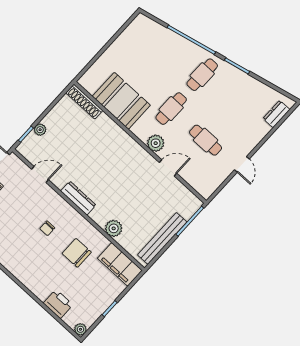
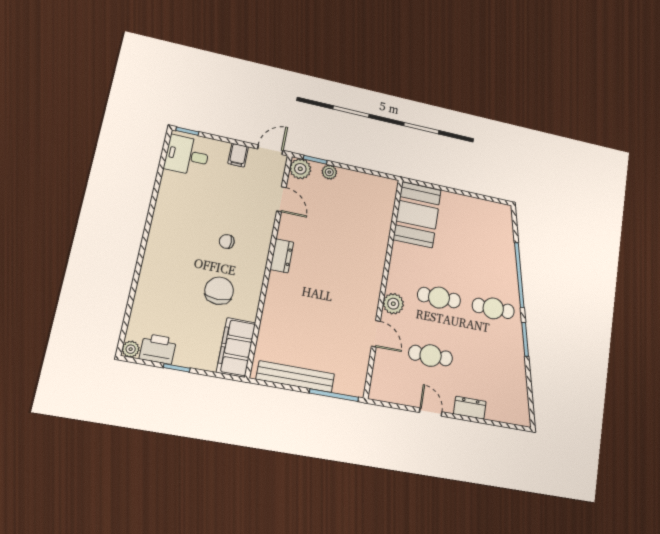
booth: (121, 101) -> (417, 215), moved
shoe rack: (84, 102) -> (388, 202), removed
dresser: (276, 114) -> (470, 408), moved
cafe table: (206, 140) -> (431, 356), turned 90
door: (242, 164) -> (431, 412), swing flipped
dresser: (78, 198) -> (282, 256), width x0.70
plant: (114, 228) -> (300, 169), moved
printer: (58, 304) -> (158, 349), moved, turned -90

